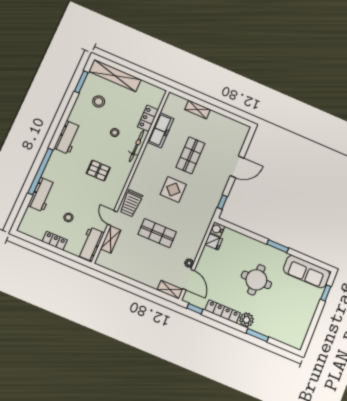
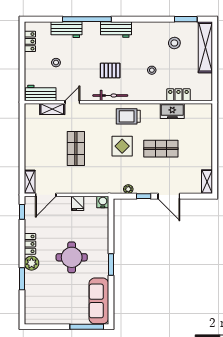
shelving: (198, 110) -> (207, 182), moved
freezer: (160, 130) -> (172, 111), width x0.71
workbench: (68, 137) -> (116, 30), moved
bicycle: (137, 146) -> (110, 95), moved
pallet: (98, 171) -> (110, 71), turned 90
window: (222, 202) -> (144, 196), moved
trolley: (131, 203) -> (128, 116), moved
locker: (55, 241) -> (30, 41), moved
fridge: (214, 242) -> (78, 203), moved
plant: (189, 263) -> (128, 189), moved
window: (326, 293) -> (87, 327), width x2.17
locker: (223, 311) -> (30, 244), width x0.66

